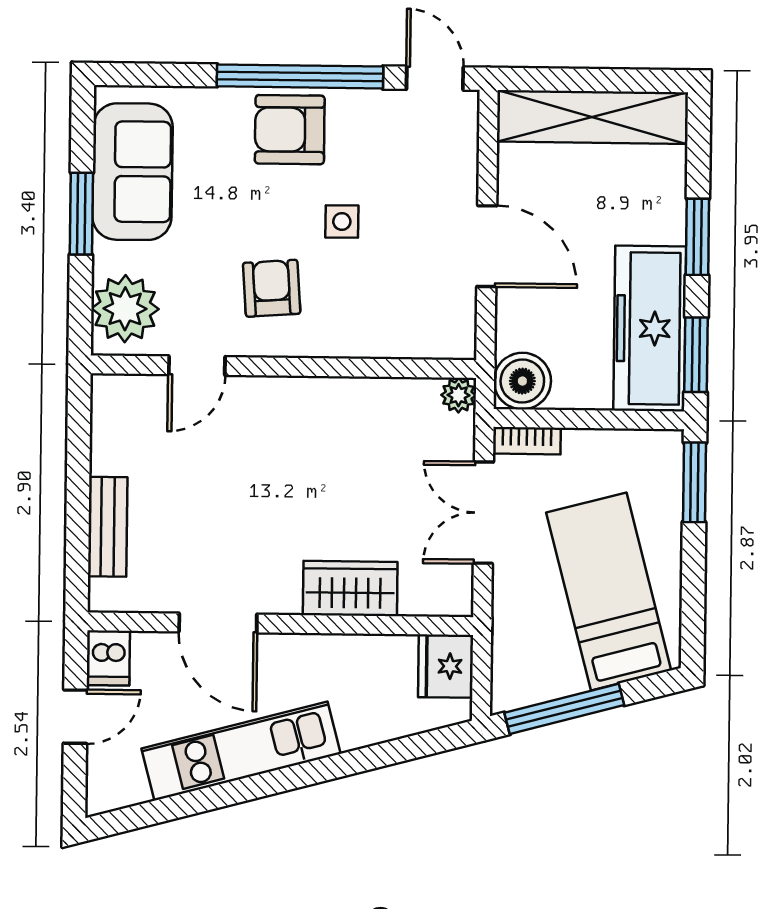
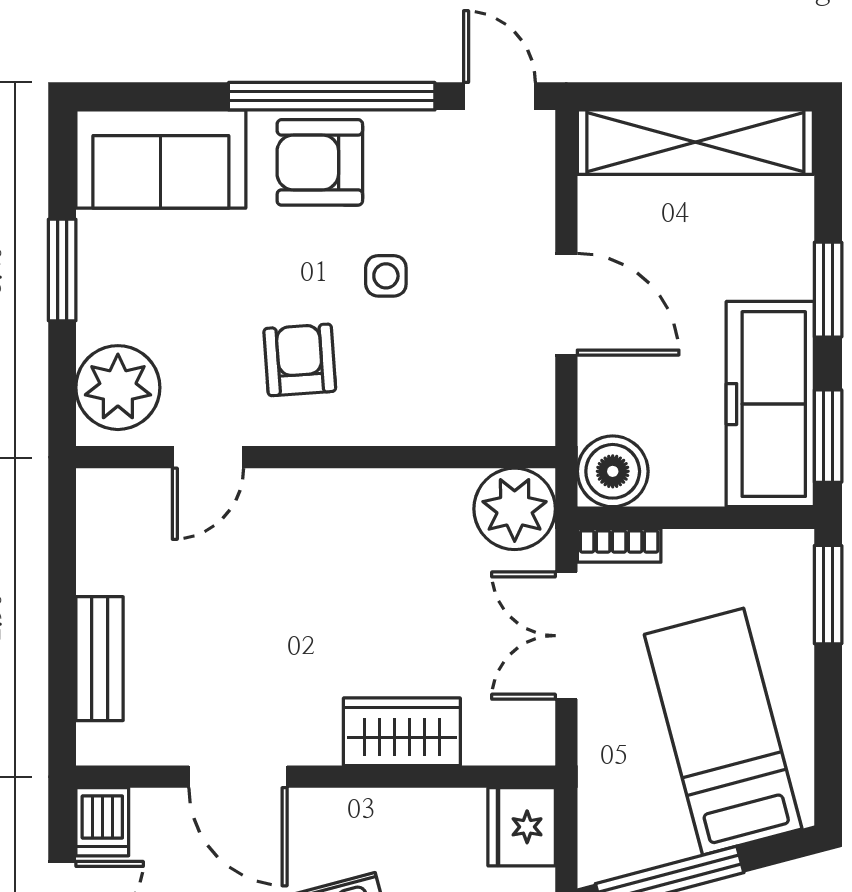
sofa: (132, 172) -> (161, 159), moved, turned 90
plant: (459, 395) -> (515, 509), width x1.88, depth x1.88

